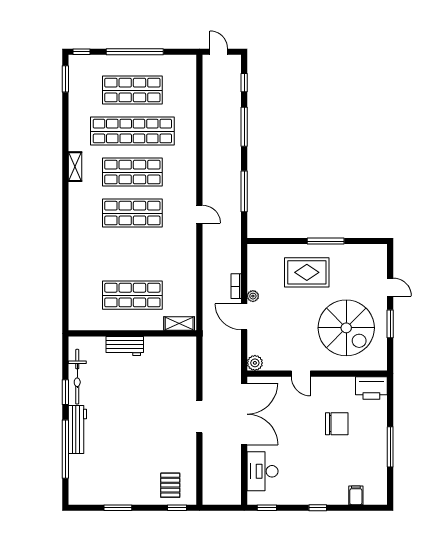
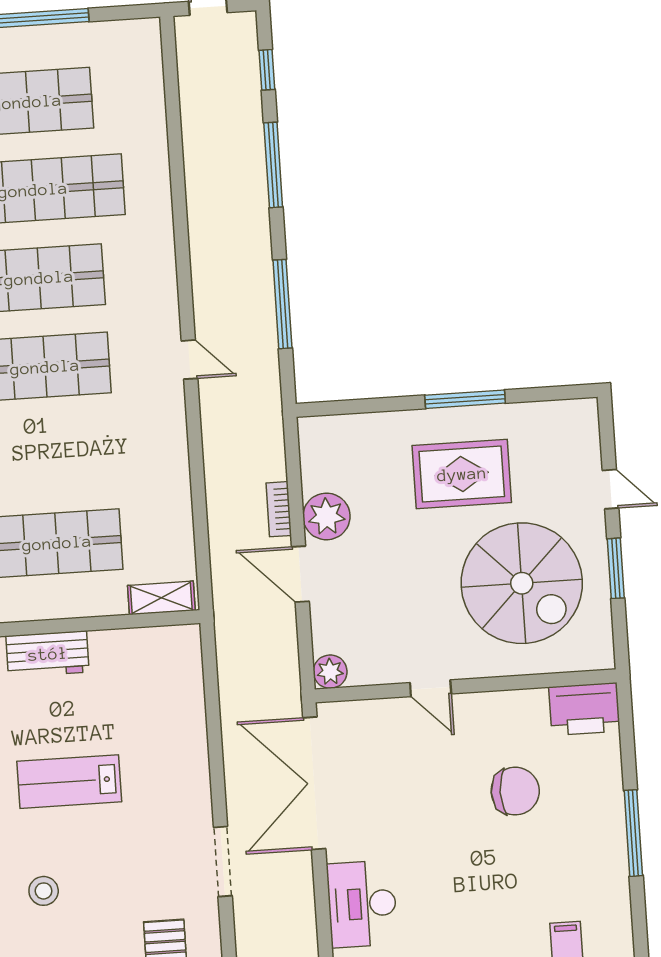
rug: (307, 272) -> (462, 474), moved
plant: (253, 296) -> (326, 516), width x1.88, depth x1.88
lab bench: (131, 406) -> (69, 782), added
double door: (244, 414) -> (314, 783), swing flipped
doorway: (199, 417) -> (223, 861), moved
stool: (116, 456) -> (44, 891), added

